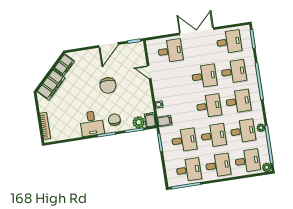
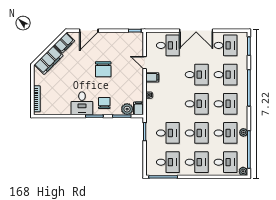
double door: (197, 31) -> (196, 31), swing flipped
door: (108, 45) -> (89, 31), moved
filing cabinet: (165, 121) -> (152, 77), moved

